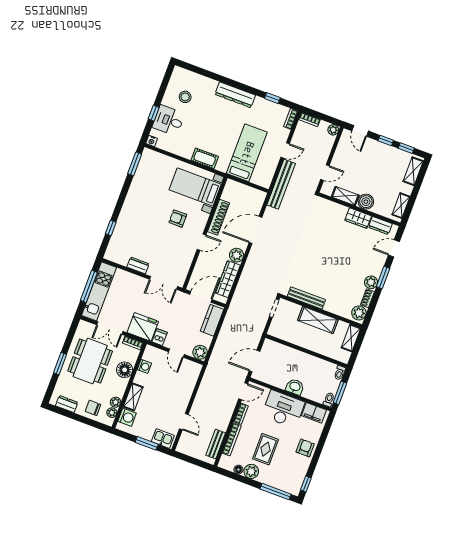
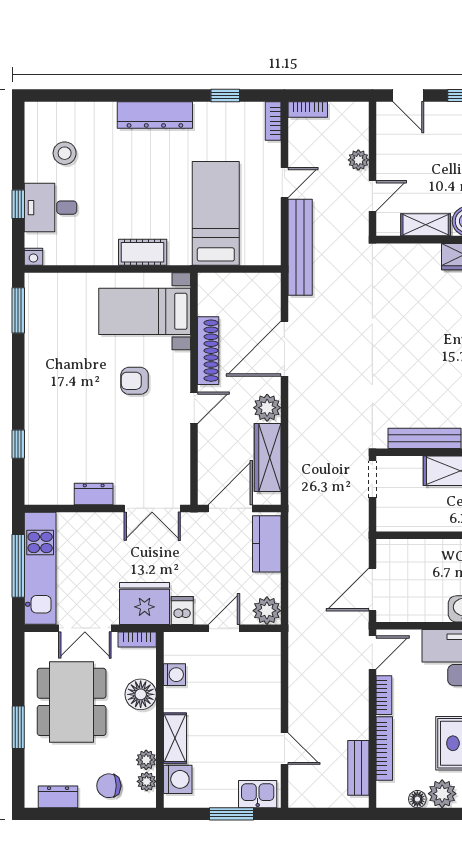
plant: (333, 130) -> (358, 160), moved
door: (176, 353) -> (224, 628), swing flipped

